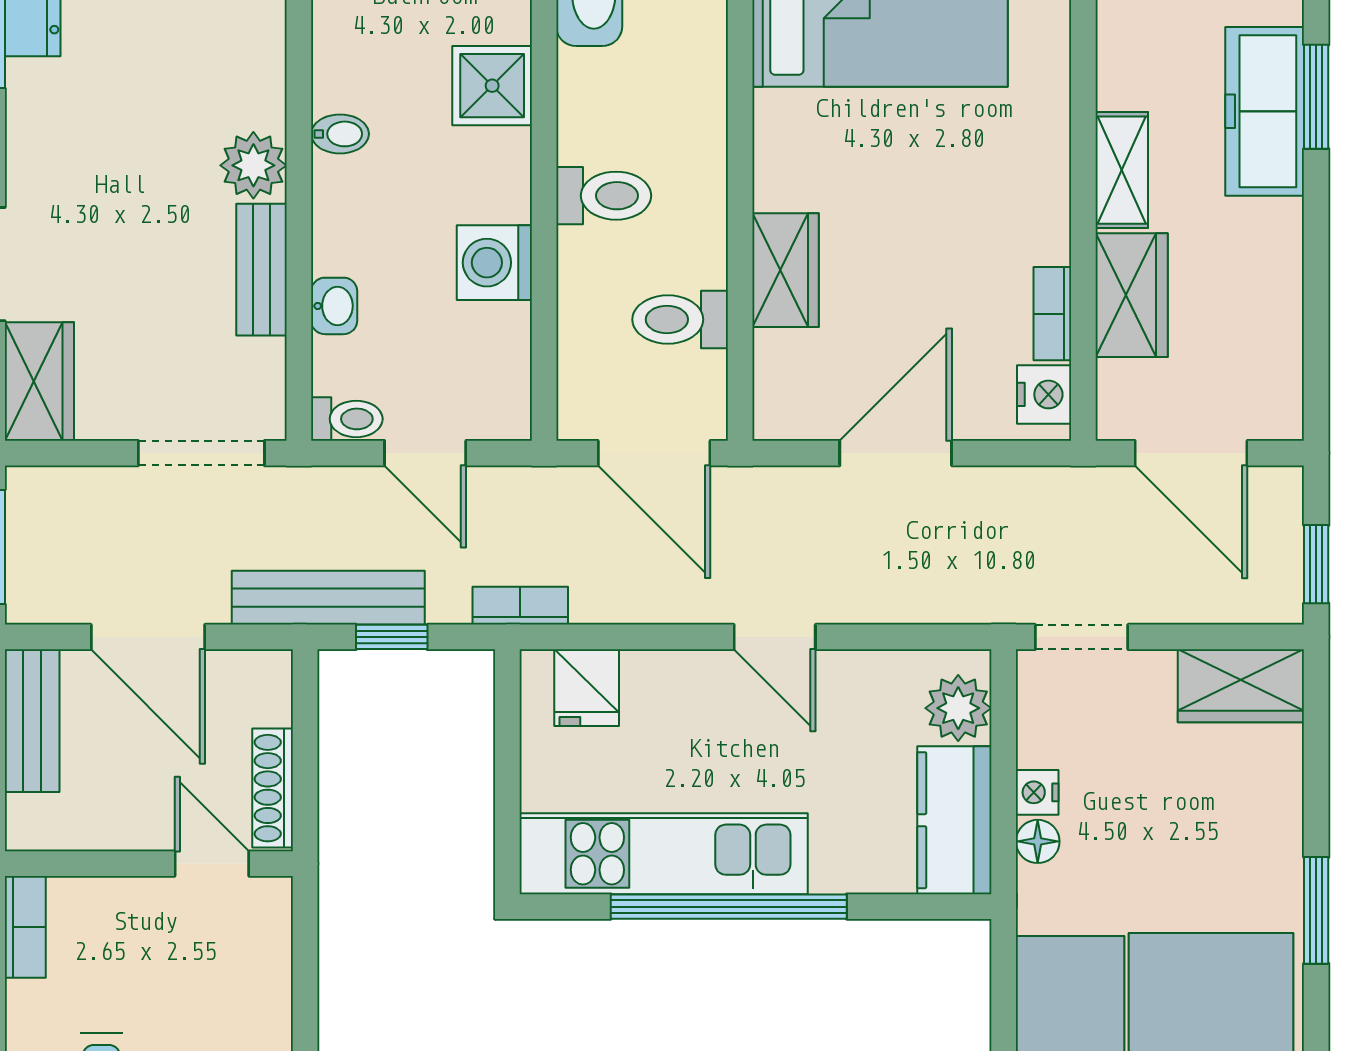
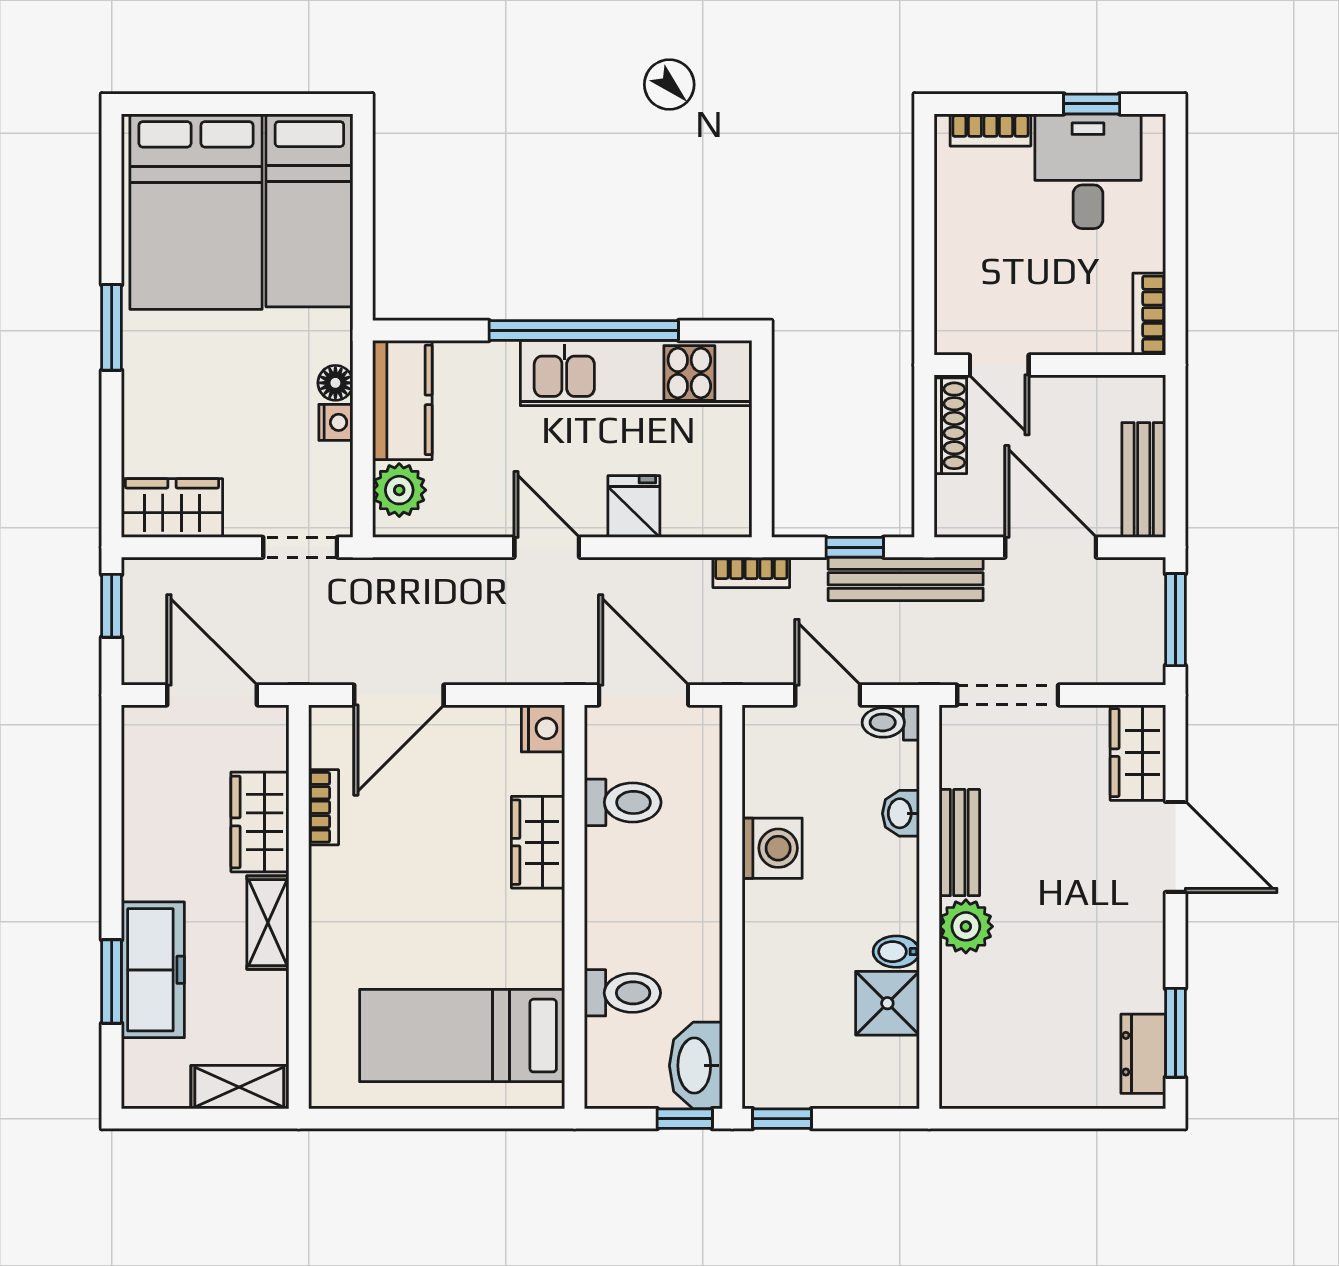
shower: (492, 86) -> (887, 1003), moved
toilet: (604, 196) -> (622, 993), moved, turned 180
nightstand: (1044, 394) -> (543, 728), moved, turned 180
door: (896, 453) -> (399, 695), moved
fridge: (587, 688) -> (634, 506), moved

